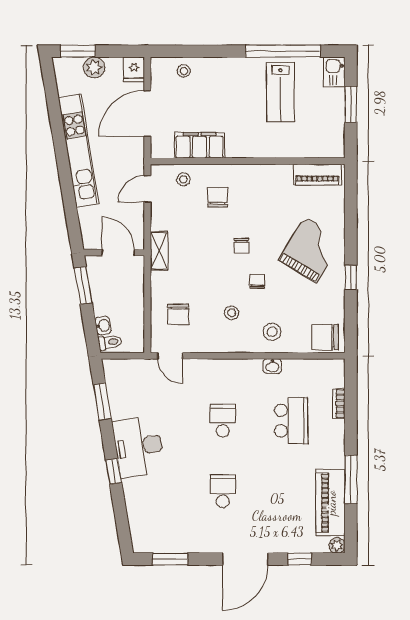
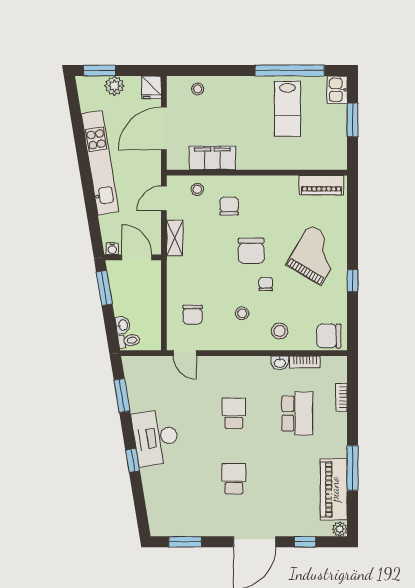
water cooler: (92, 243) -> (112, 249), added
chair: (241, 246) -> (251, 251), width x1.87, depth x1.87
shelving: (159, 251) -> (175, 238), moved
bookcase: (299, 365) -> (305, 362), added

